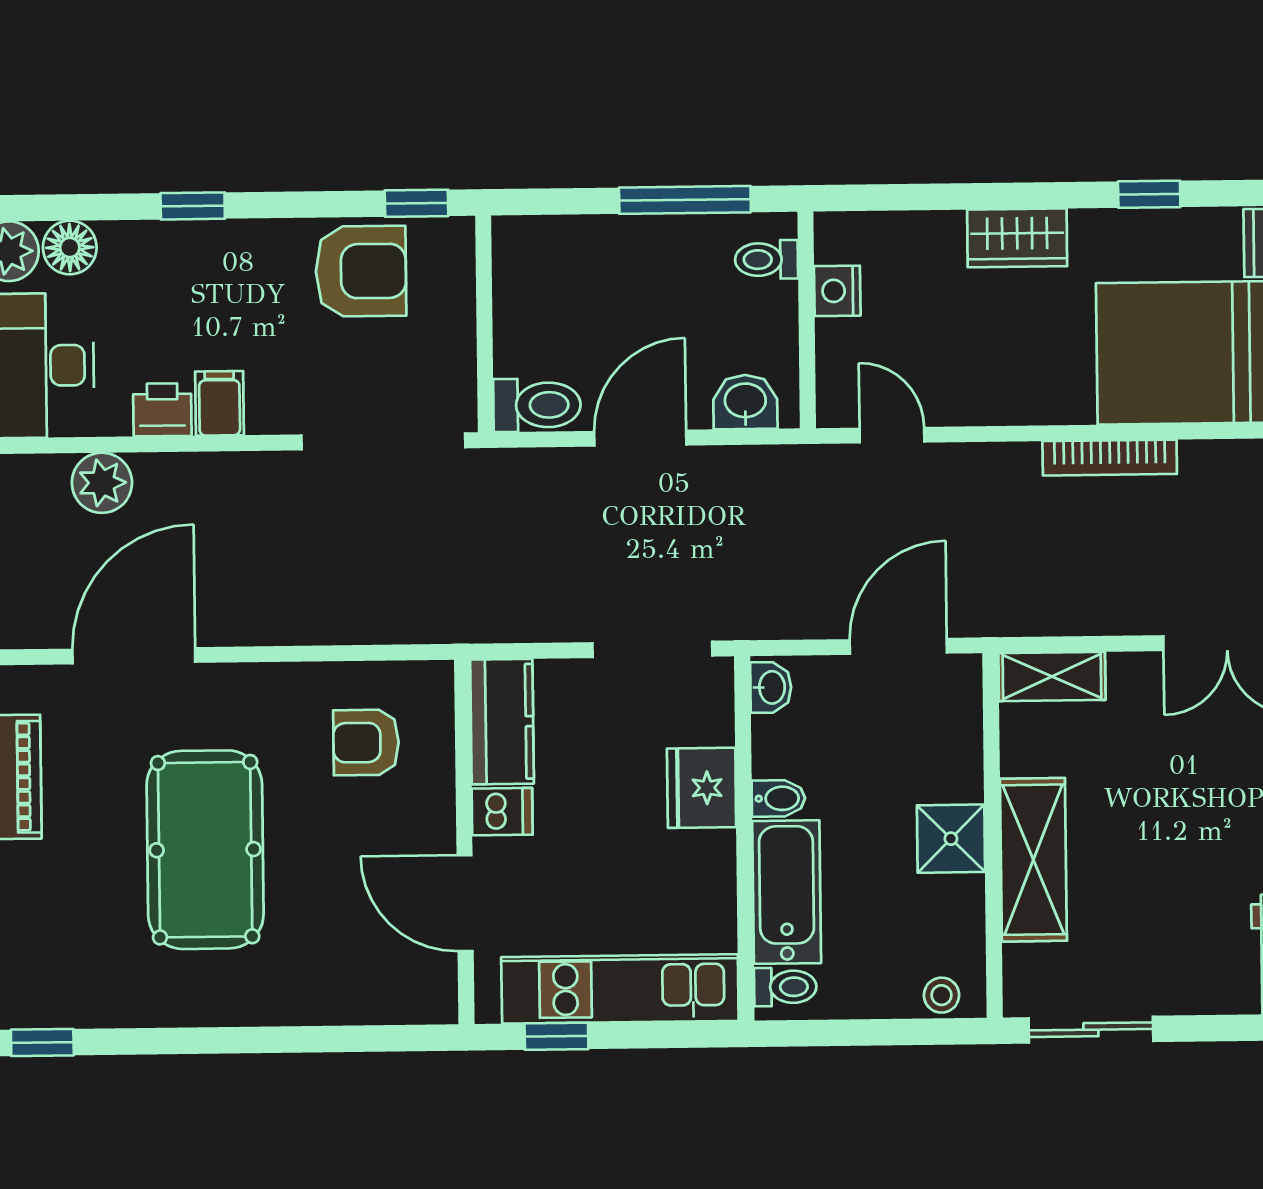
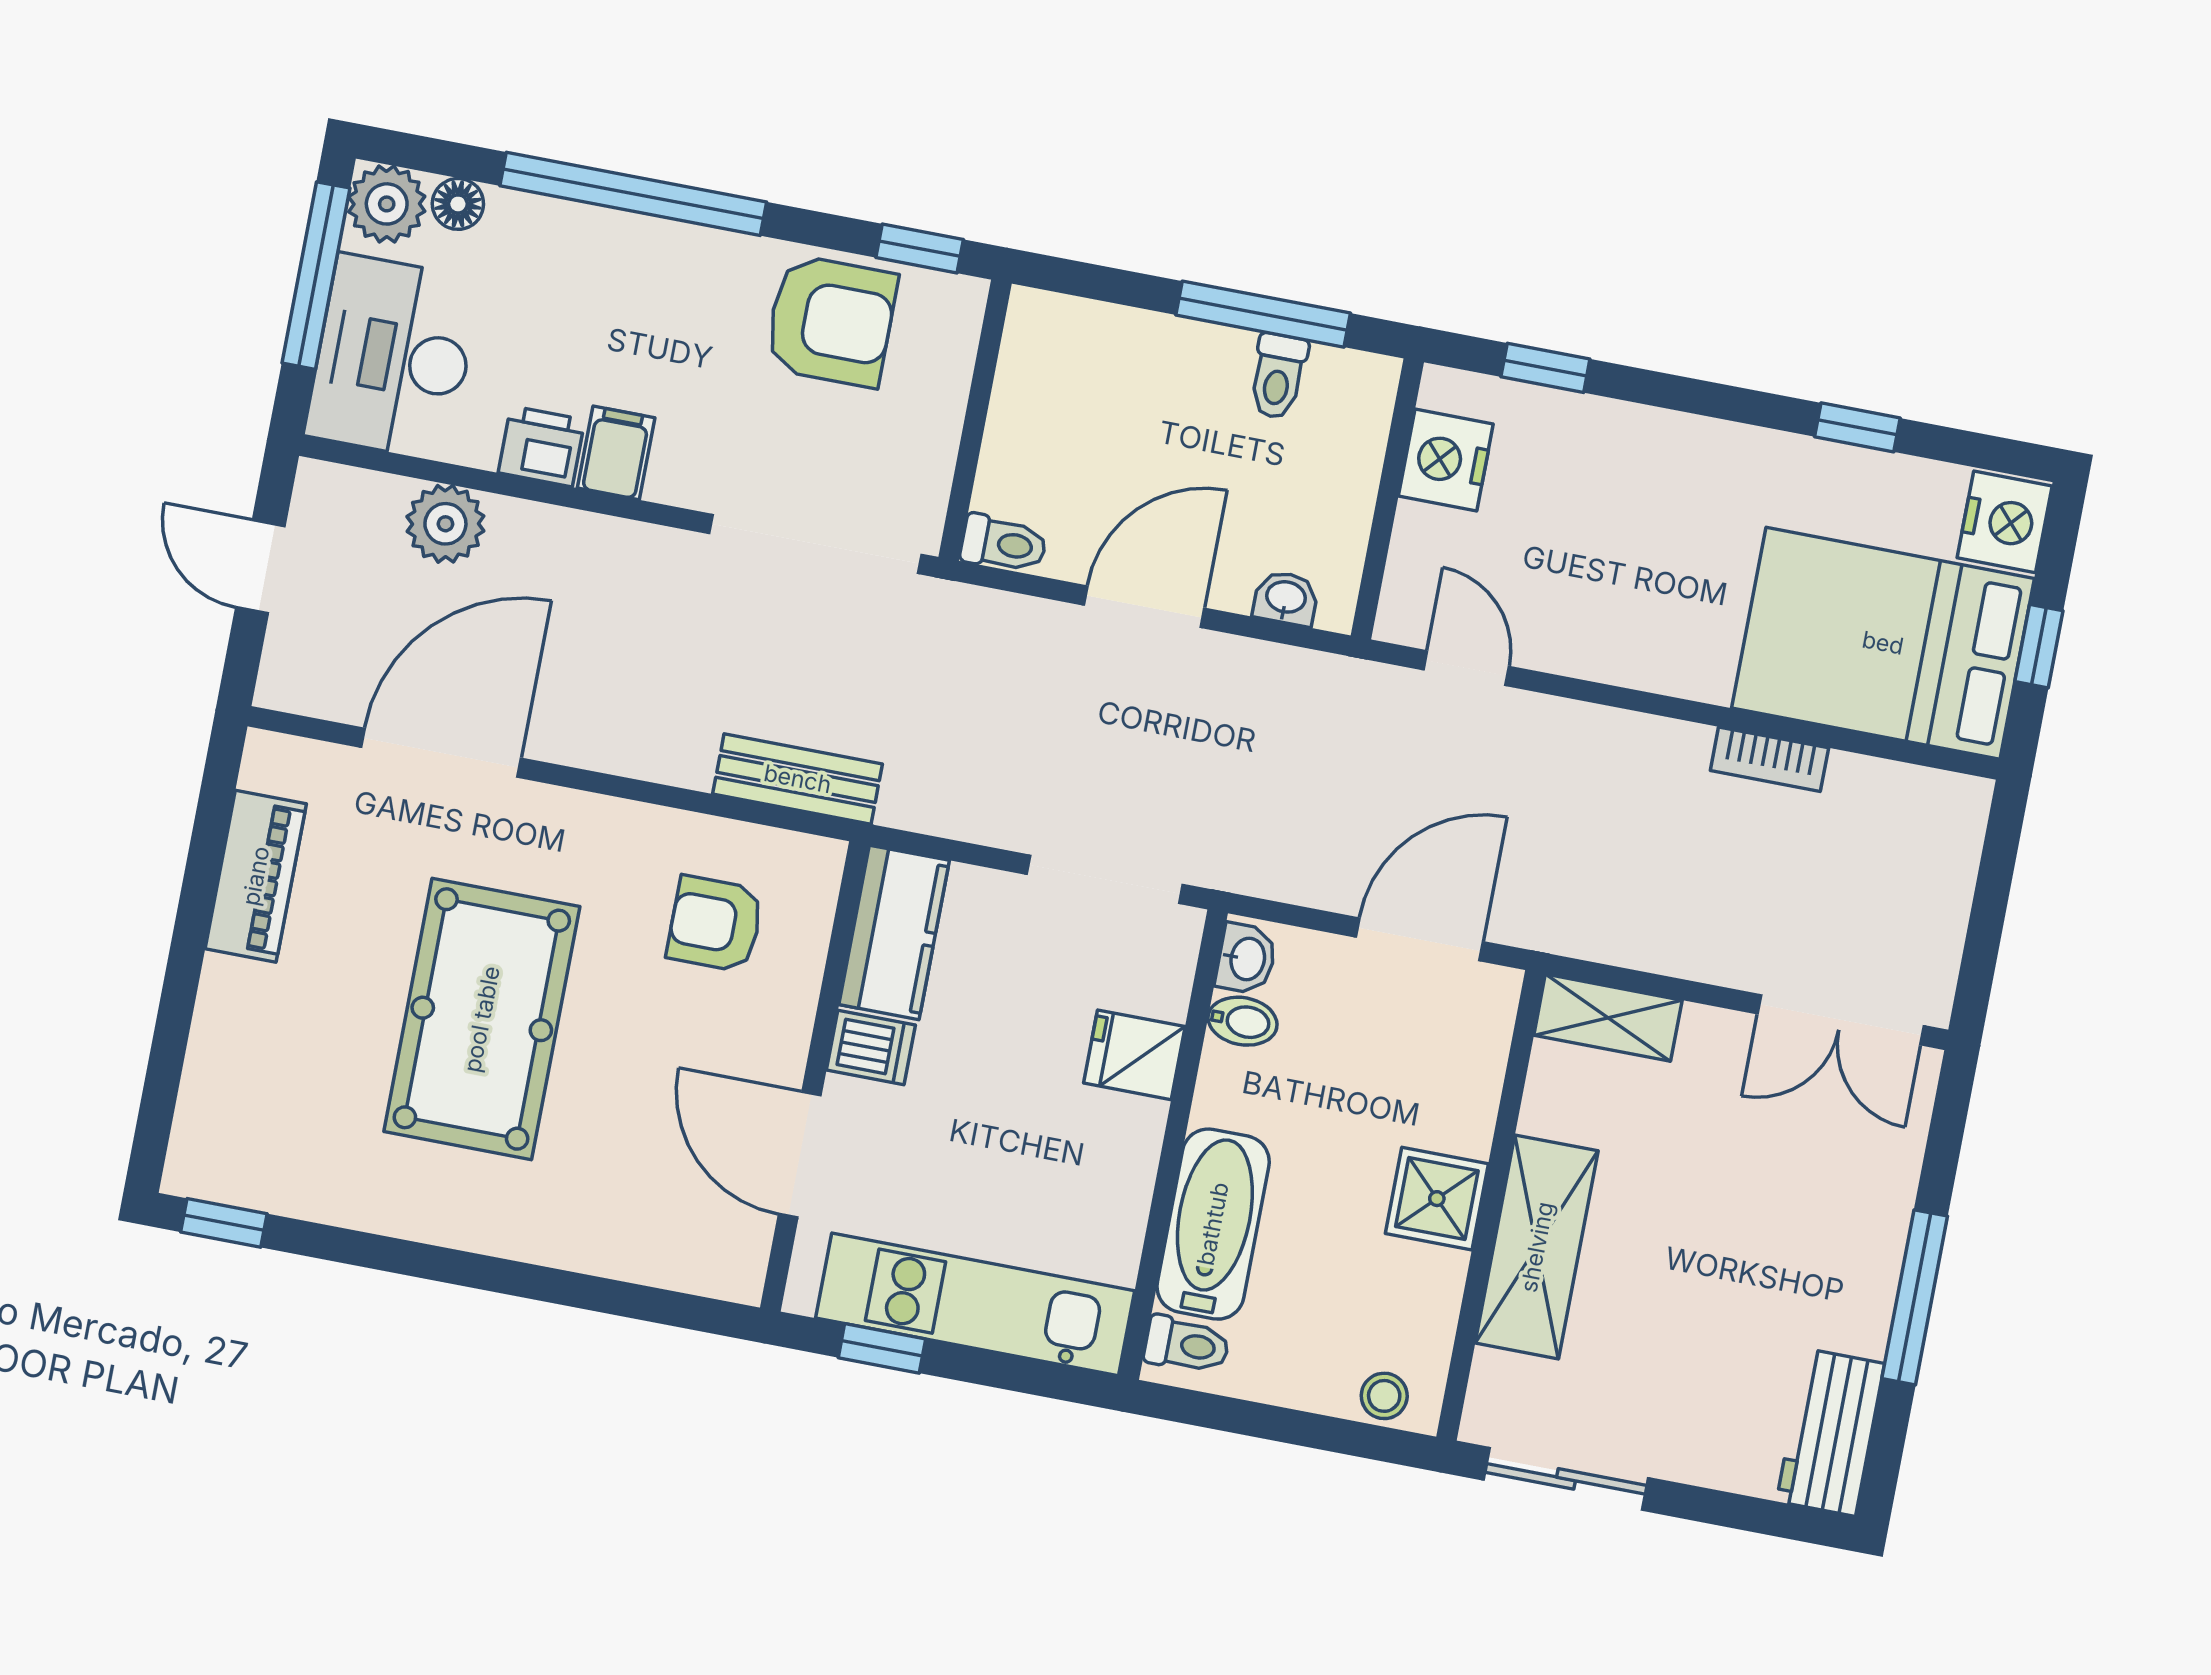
window: (905, 197) -> (1545, 368), added
window: (193, 206) -> (633, 194), width x3.17
wardrobe: (1017, 238) -> (1677, 449), removed
floor lamp: (70, 248) -> (458, 204), width x0.73, depth x0.73
toilet: (767, 259) -> (1278, 376), moved, turned -90
nightstand: (837, 291) -> (1446, 460), width x1.36, depth x1.33
washbasin: (745, 402) -> (1286, 598), width x0.72, depth x0.69
toilet: (537, 405) -> (1004, 544), width x0.73, depth x0.72
bookcase: (1110, 458) -> (1769, 759), width x0.64
bench: (406, 621) -> (798, 779), added
fridge: (702, 788) -> (1134, 1055), width x0.72
bidet: (778, 798) -> (1243, 1021), moved

